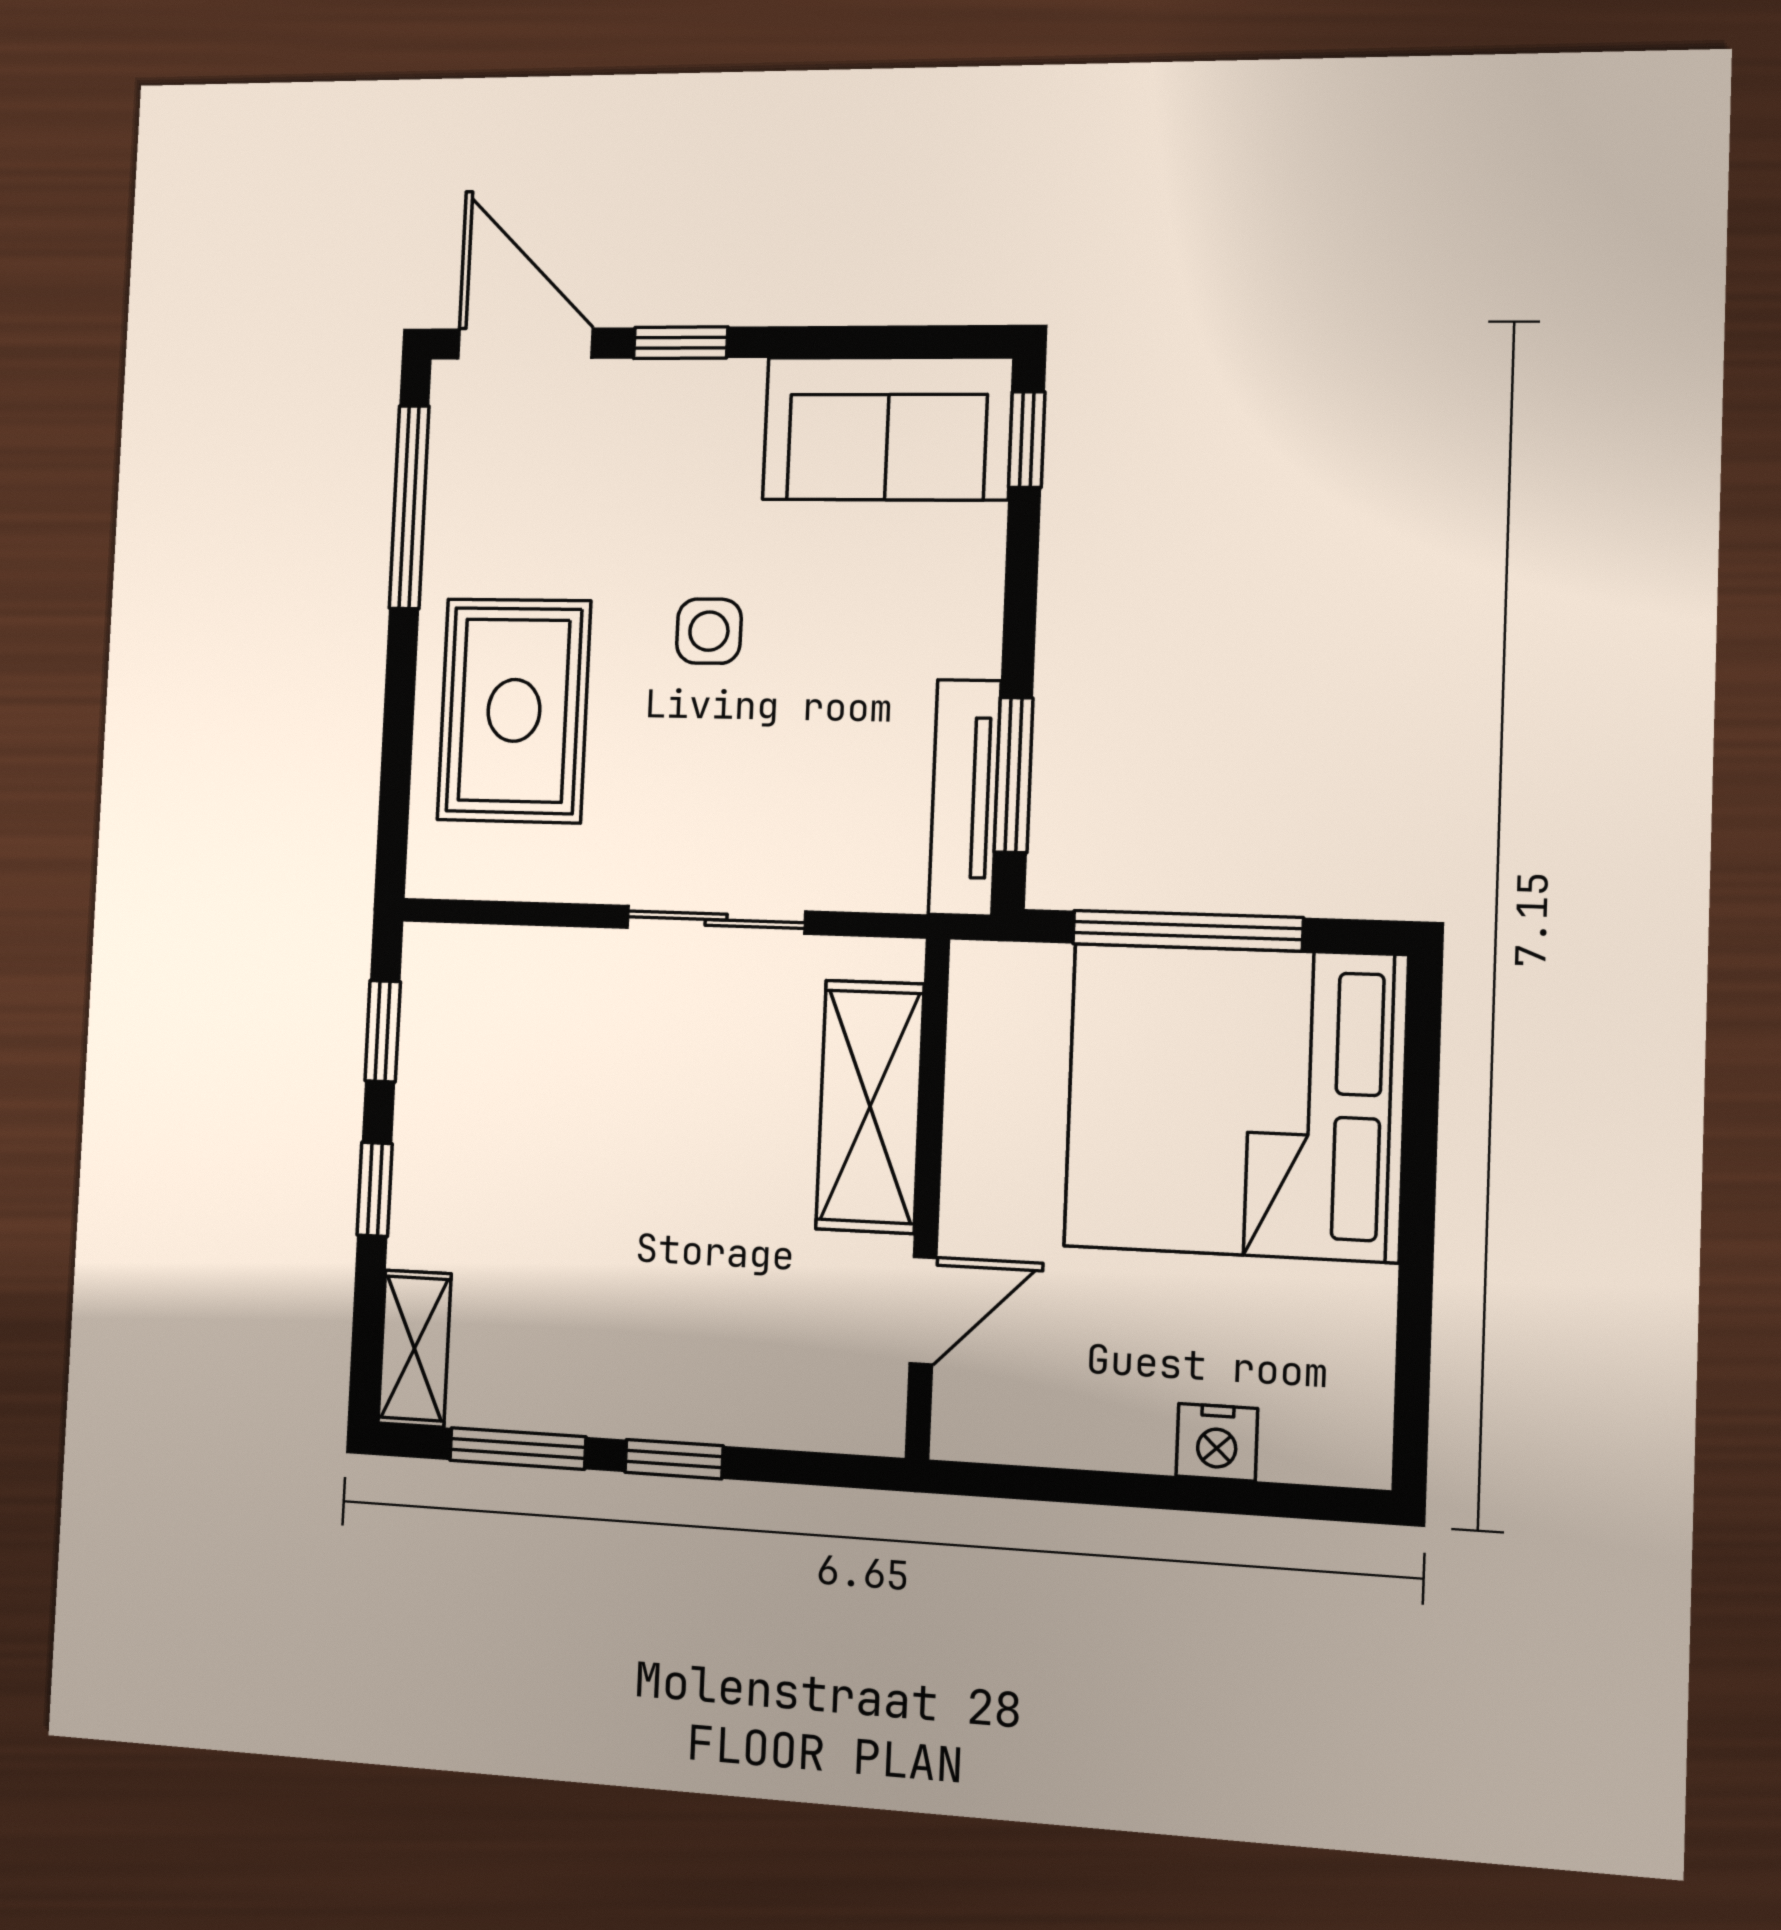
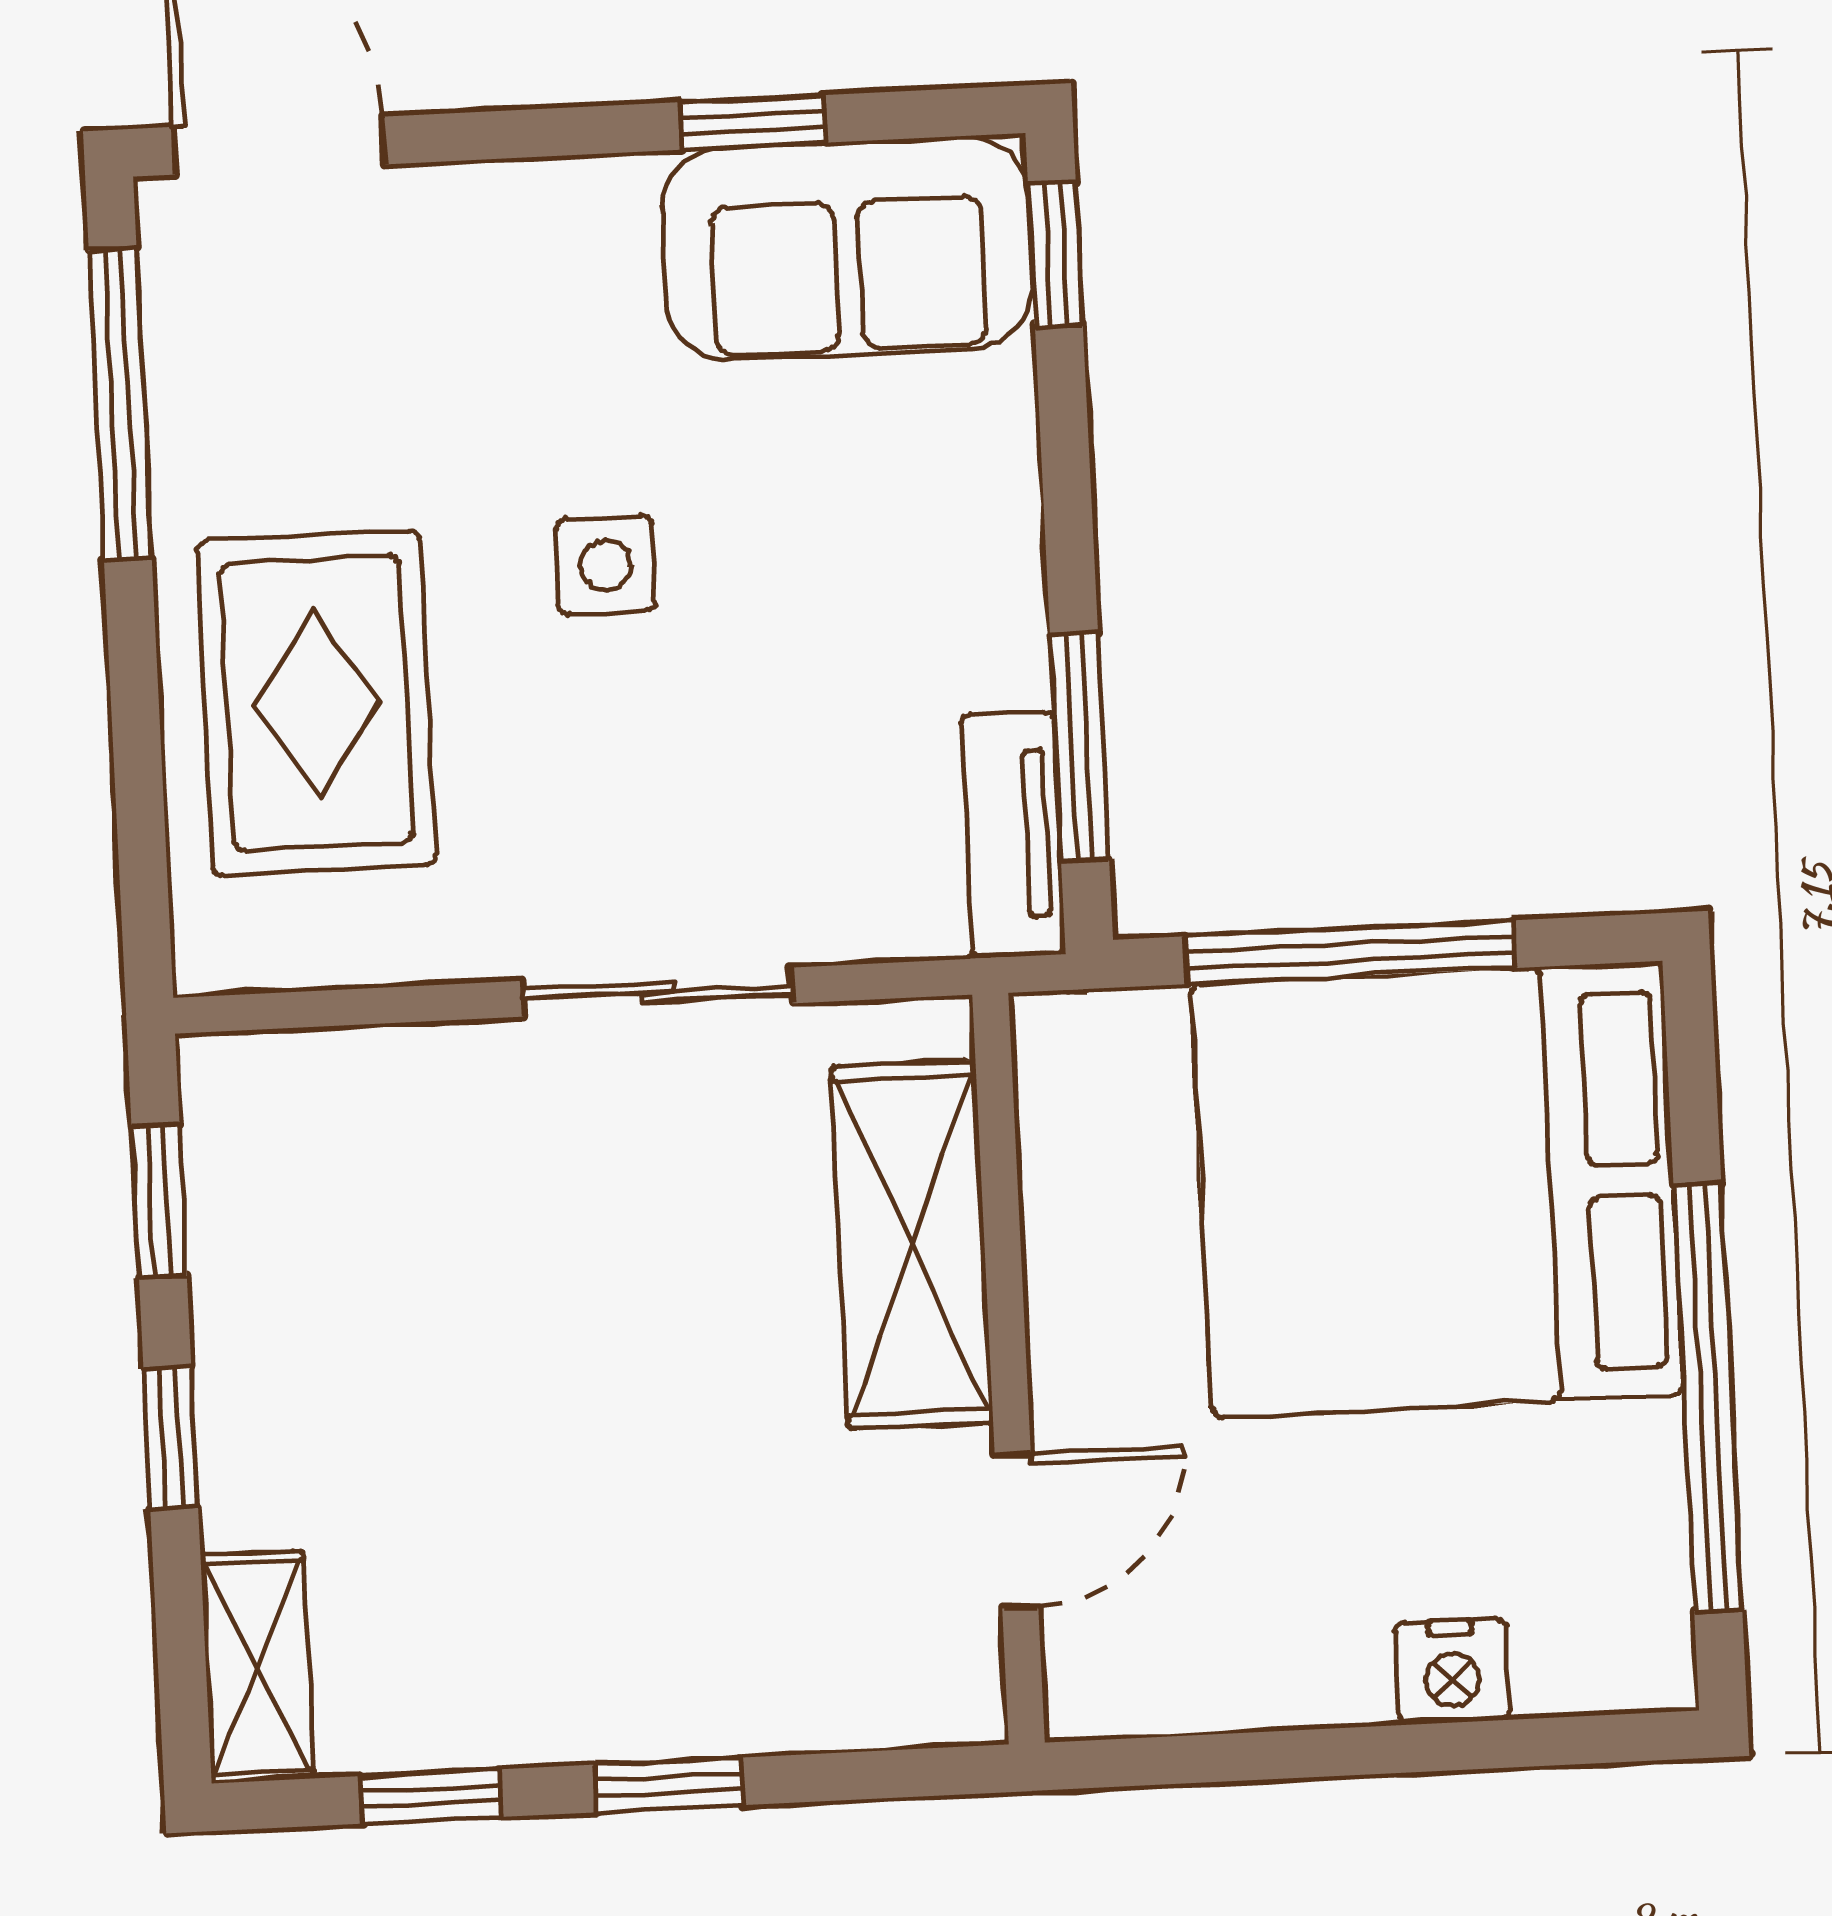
window: (681, 343) -> (753, 122), moved
tv unit: (965, 797) -> (1013, 834), width x0.71
window: (1416, 1267) -> (1708, 1398), added
window: (518, 1449) -> (431, 1797), width x0.67

